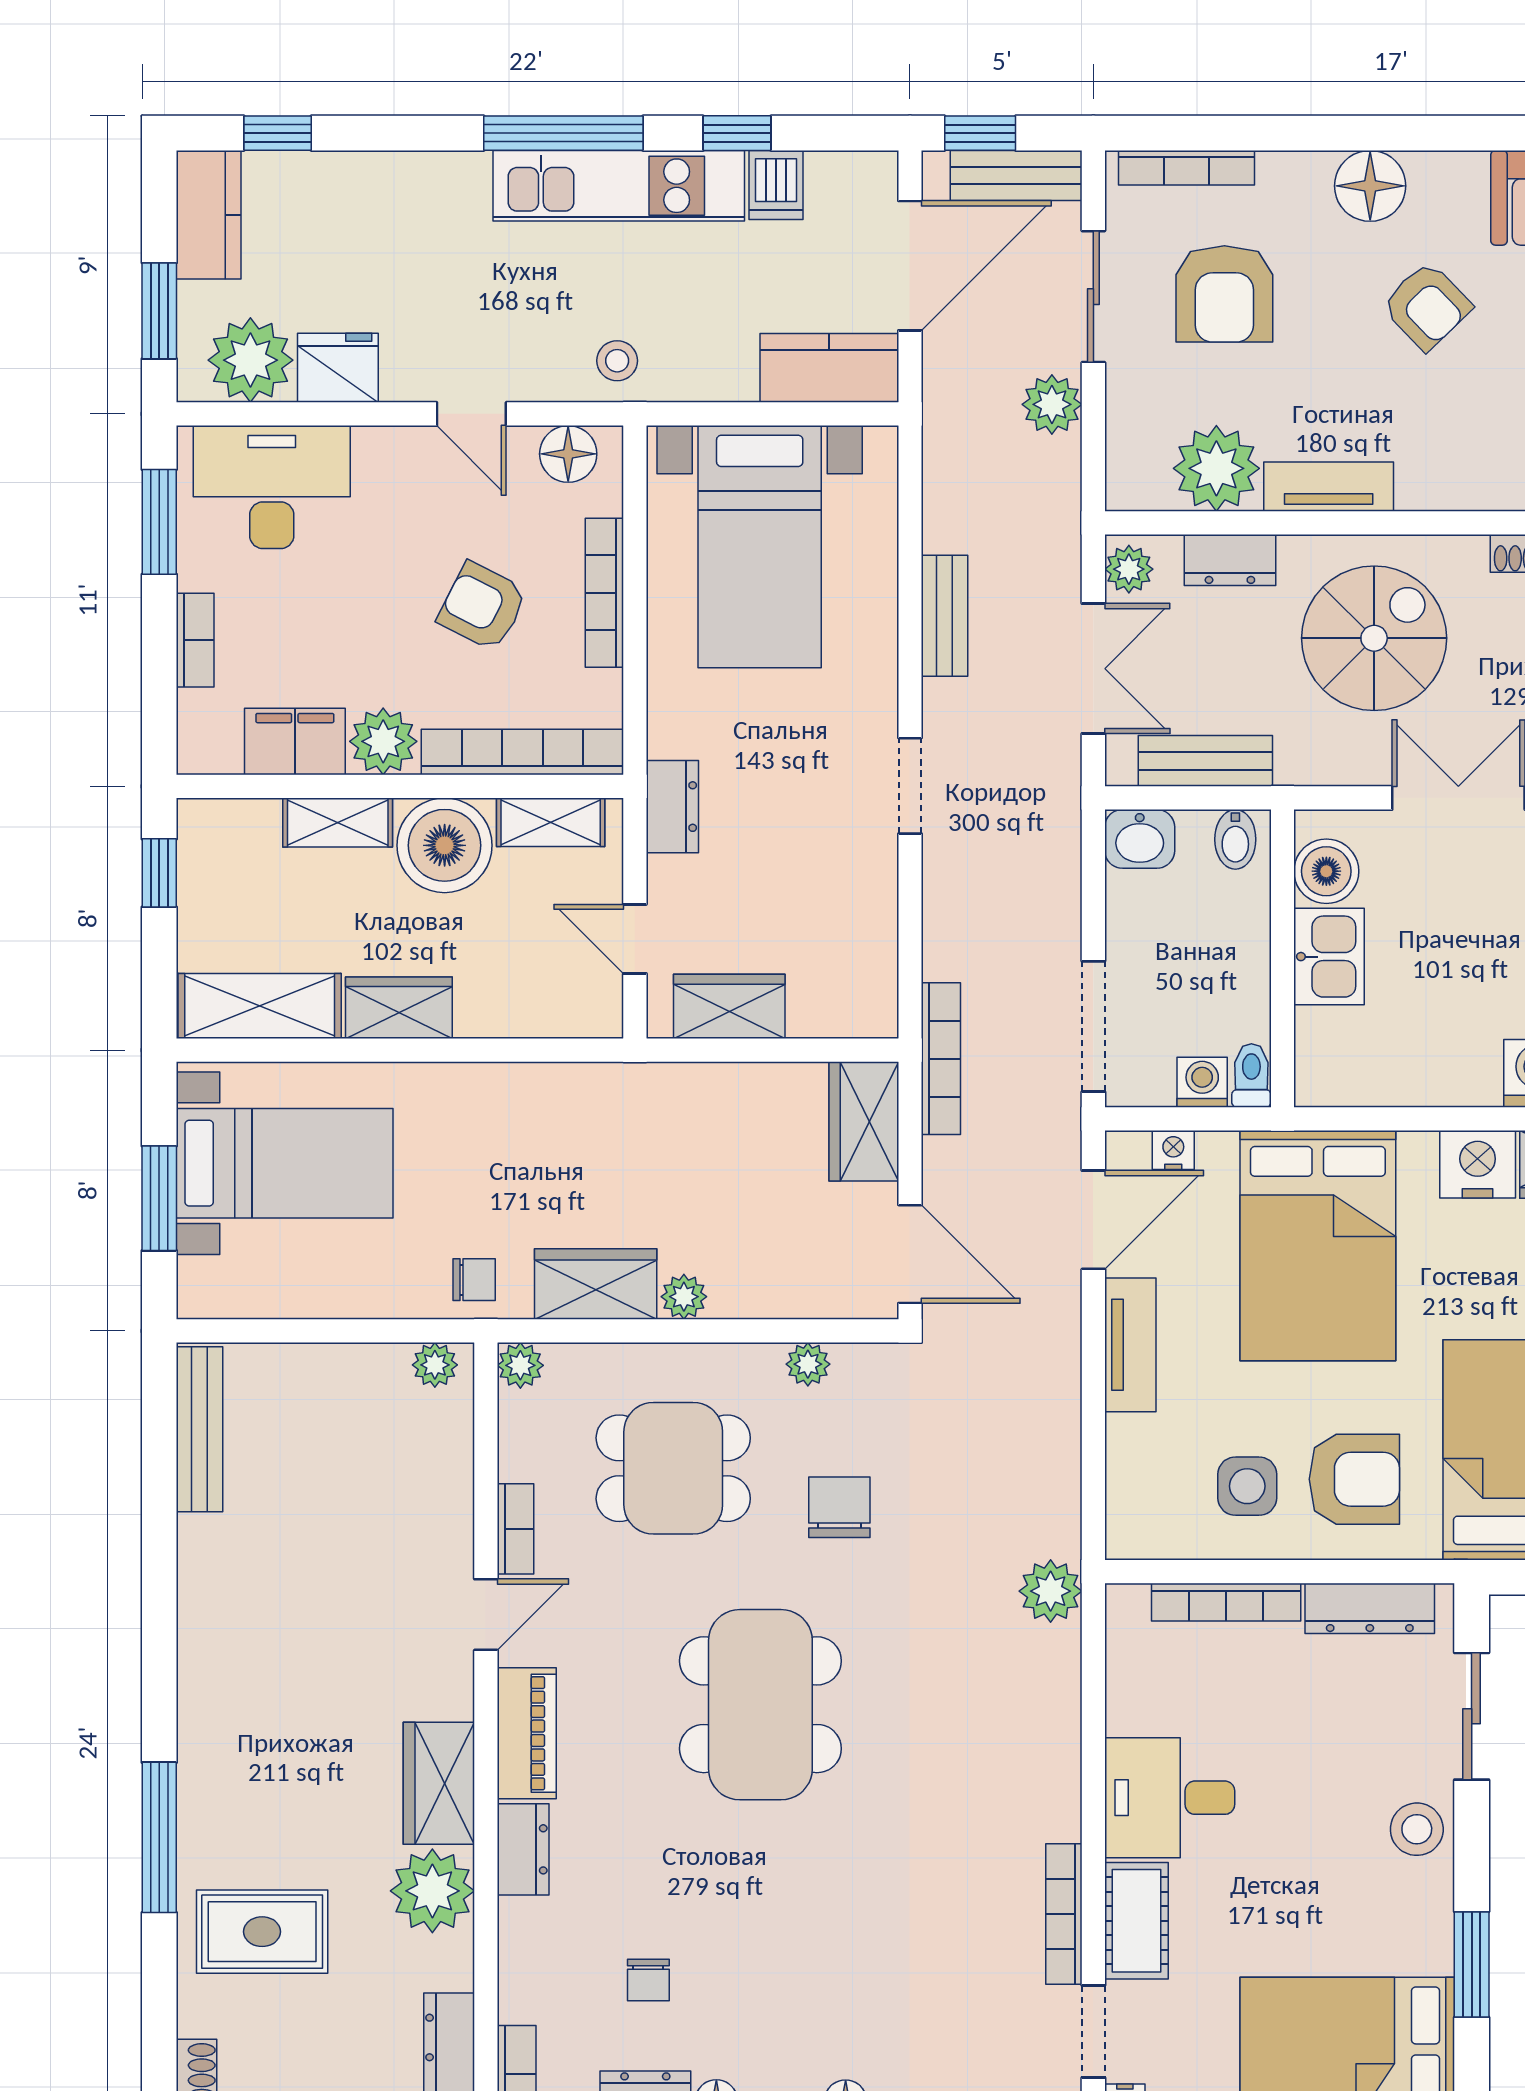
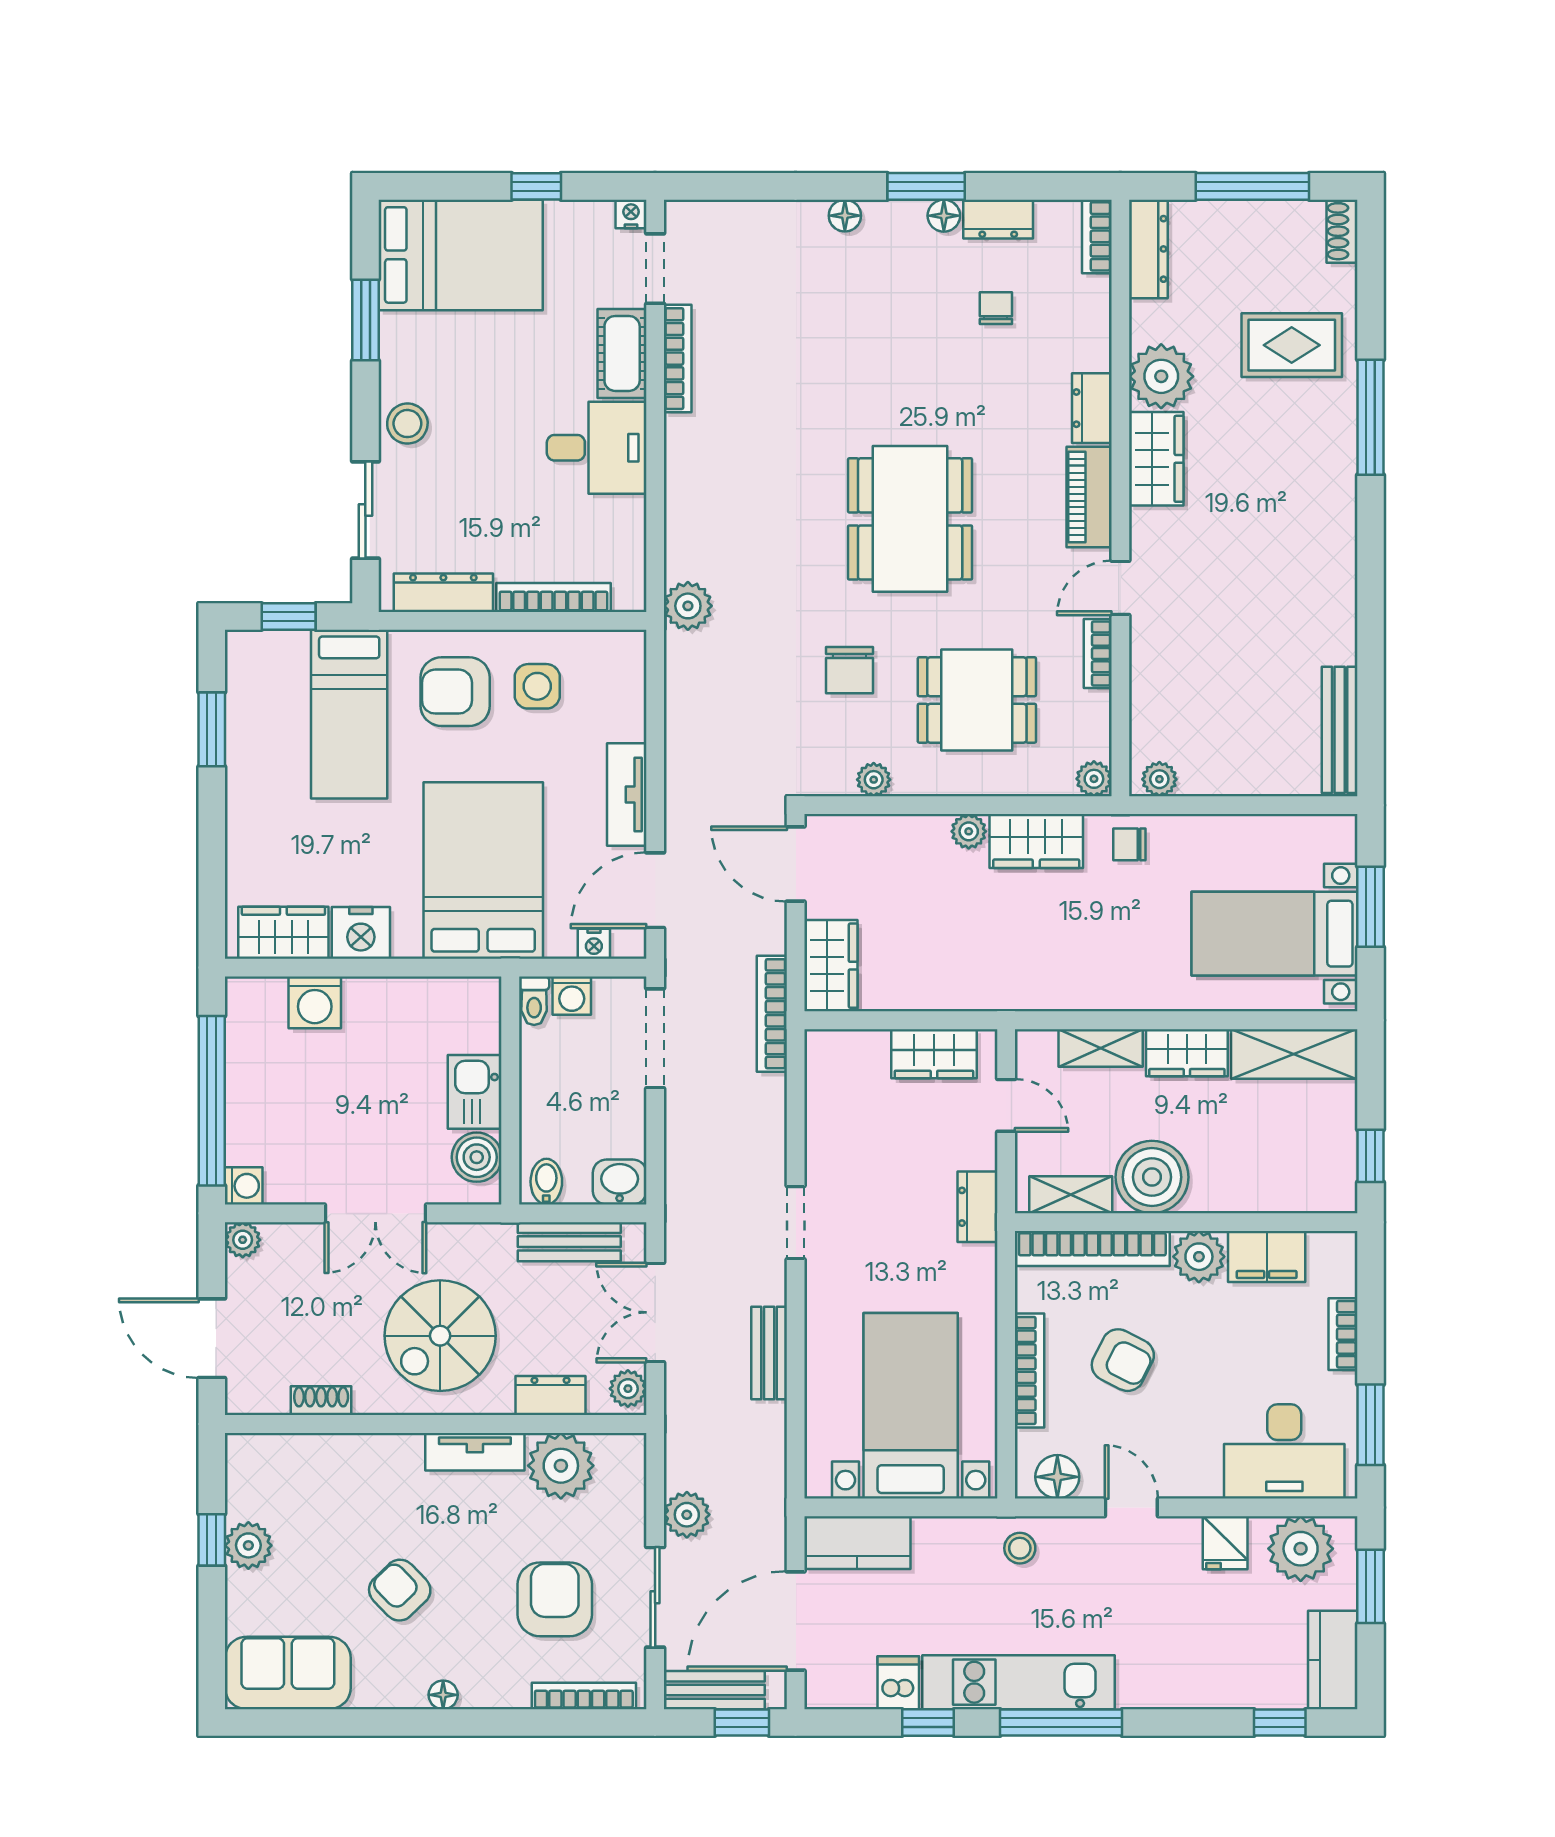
floor lamp: (1370, 186) -> (443, 1695), width x0.53, depth x0.53
fridge: (338, 368) -> (1225, 1543), width x0.72
shelving: (338, 823) -> (1101, 1048), moved

